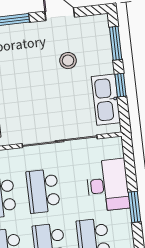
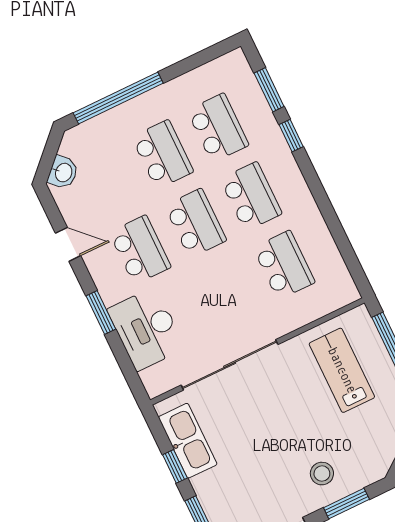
stool: (68, 61) -> (322, 474), moved
school desk: (43, 191) -> (229, 292), removed

